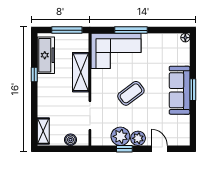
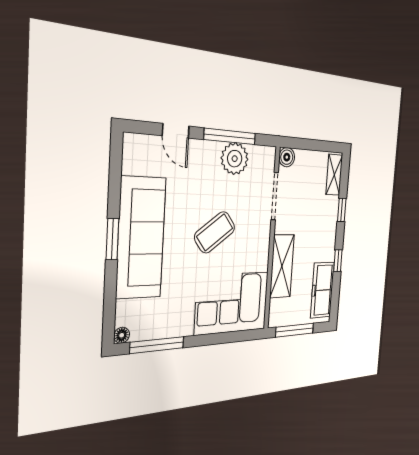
window: (131, 30) -> (157, 345), moved
sofa: (180, 90) -> (141, 238), width x1.36, depth x1.27
window: (34, 108) -> (342, 210), added
plant: (138, 138) -> (209, 153), removed
boiler: (70, 140) -> (287, 157), moved
window: (124, 149) -> (230, 136), width x2.17

